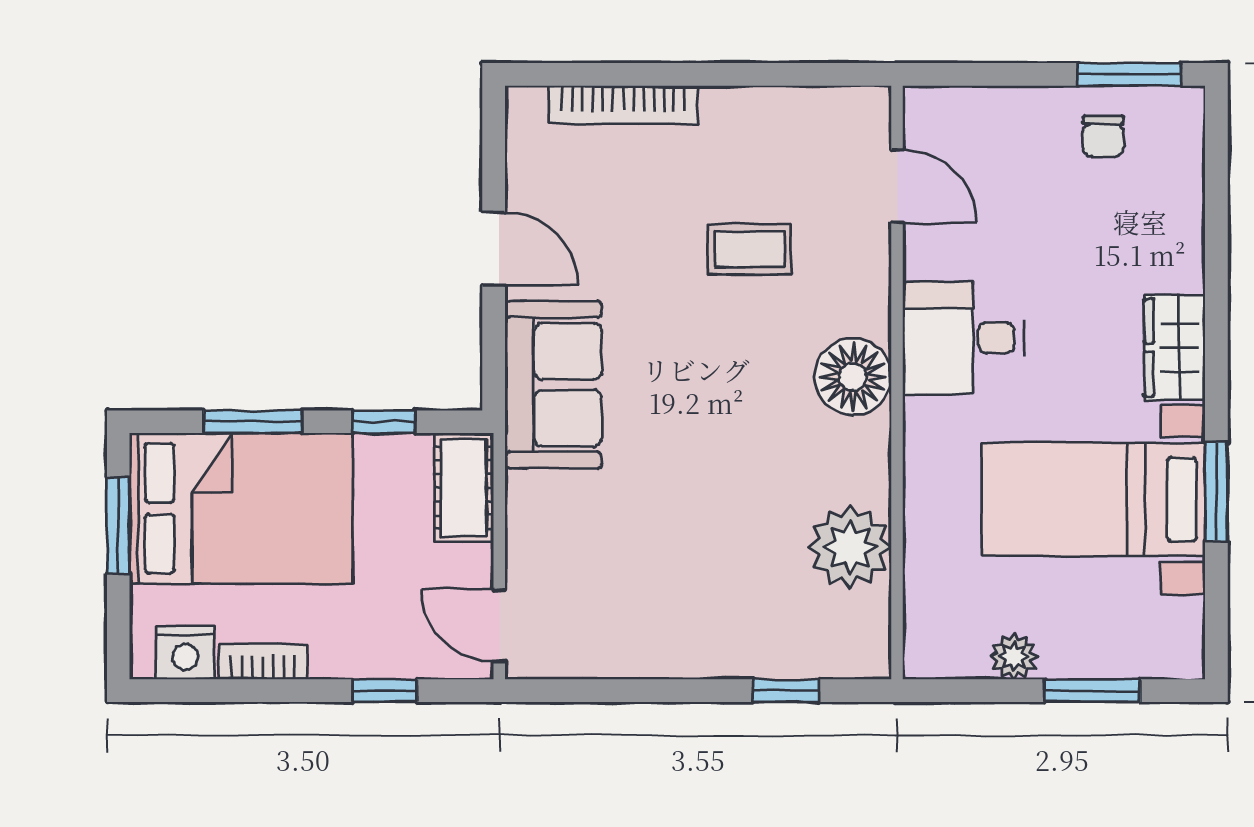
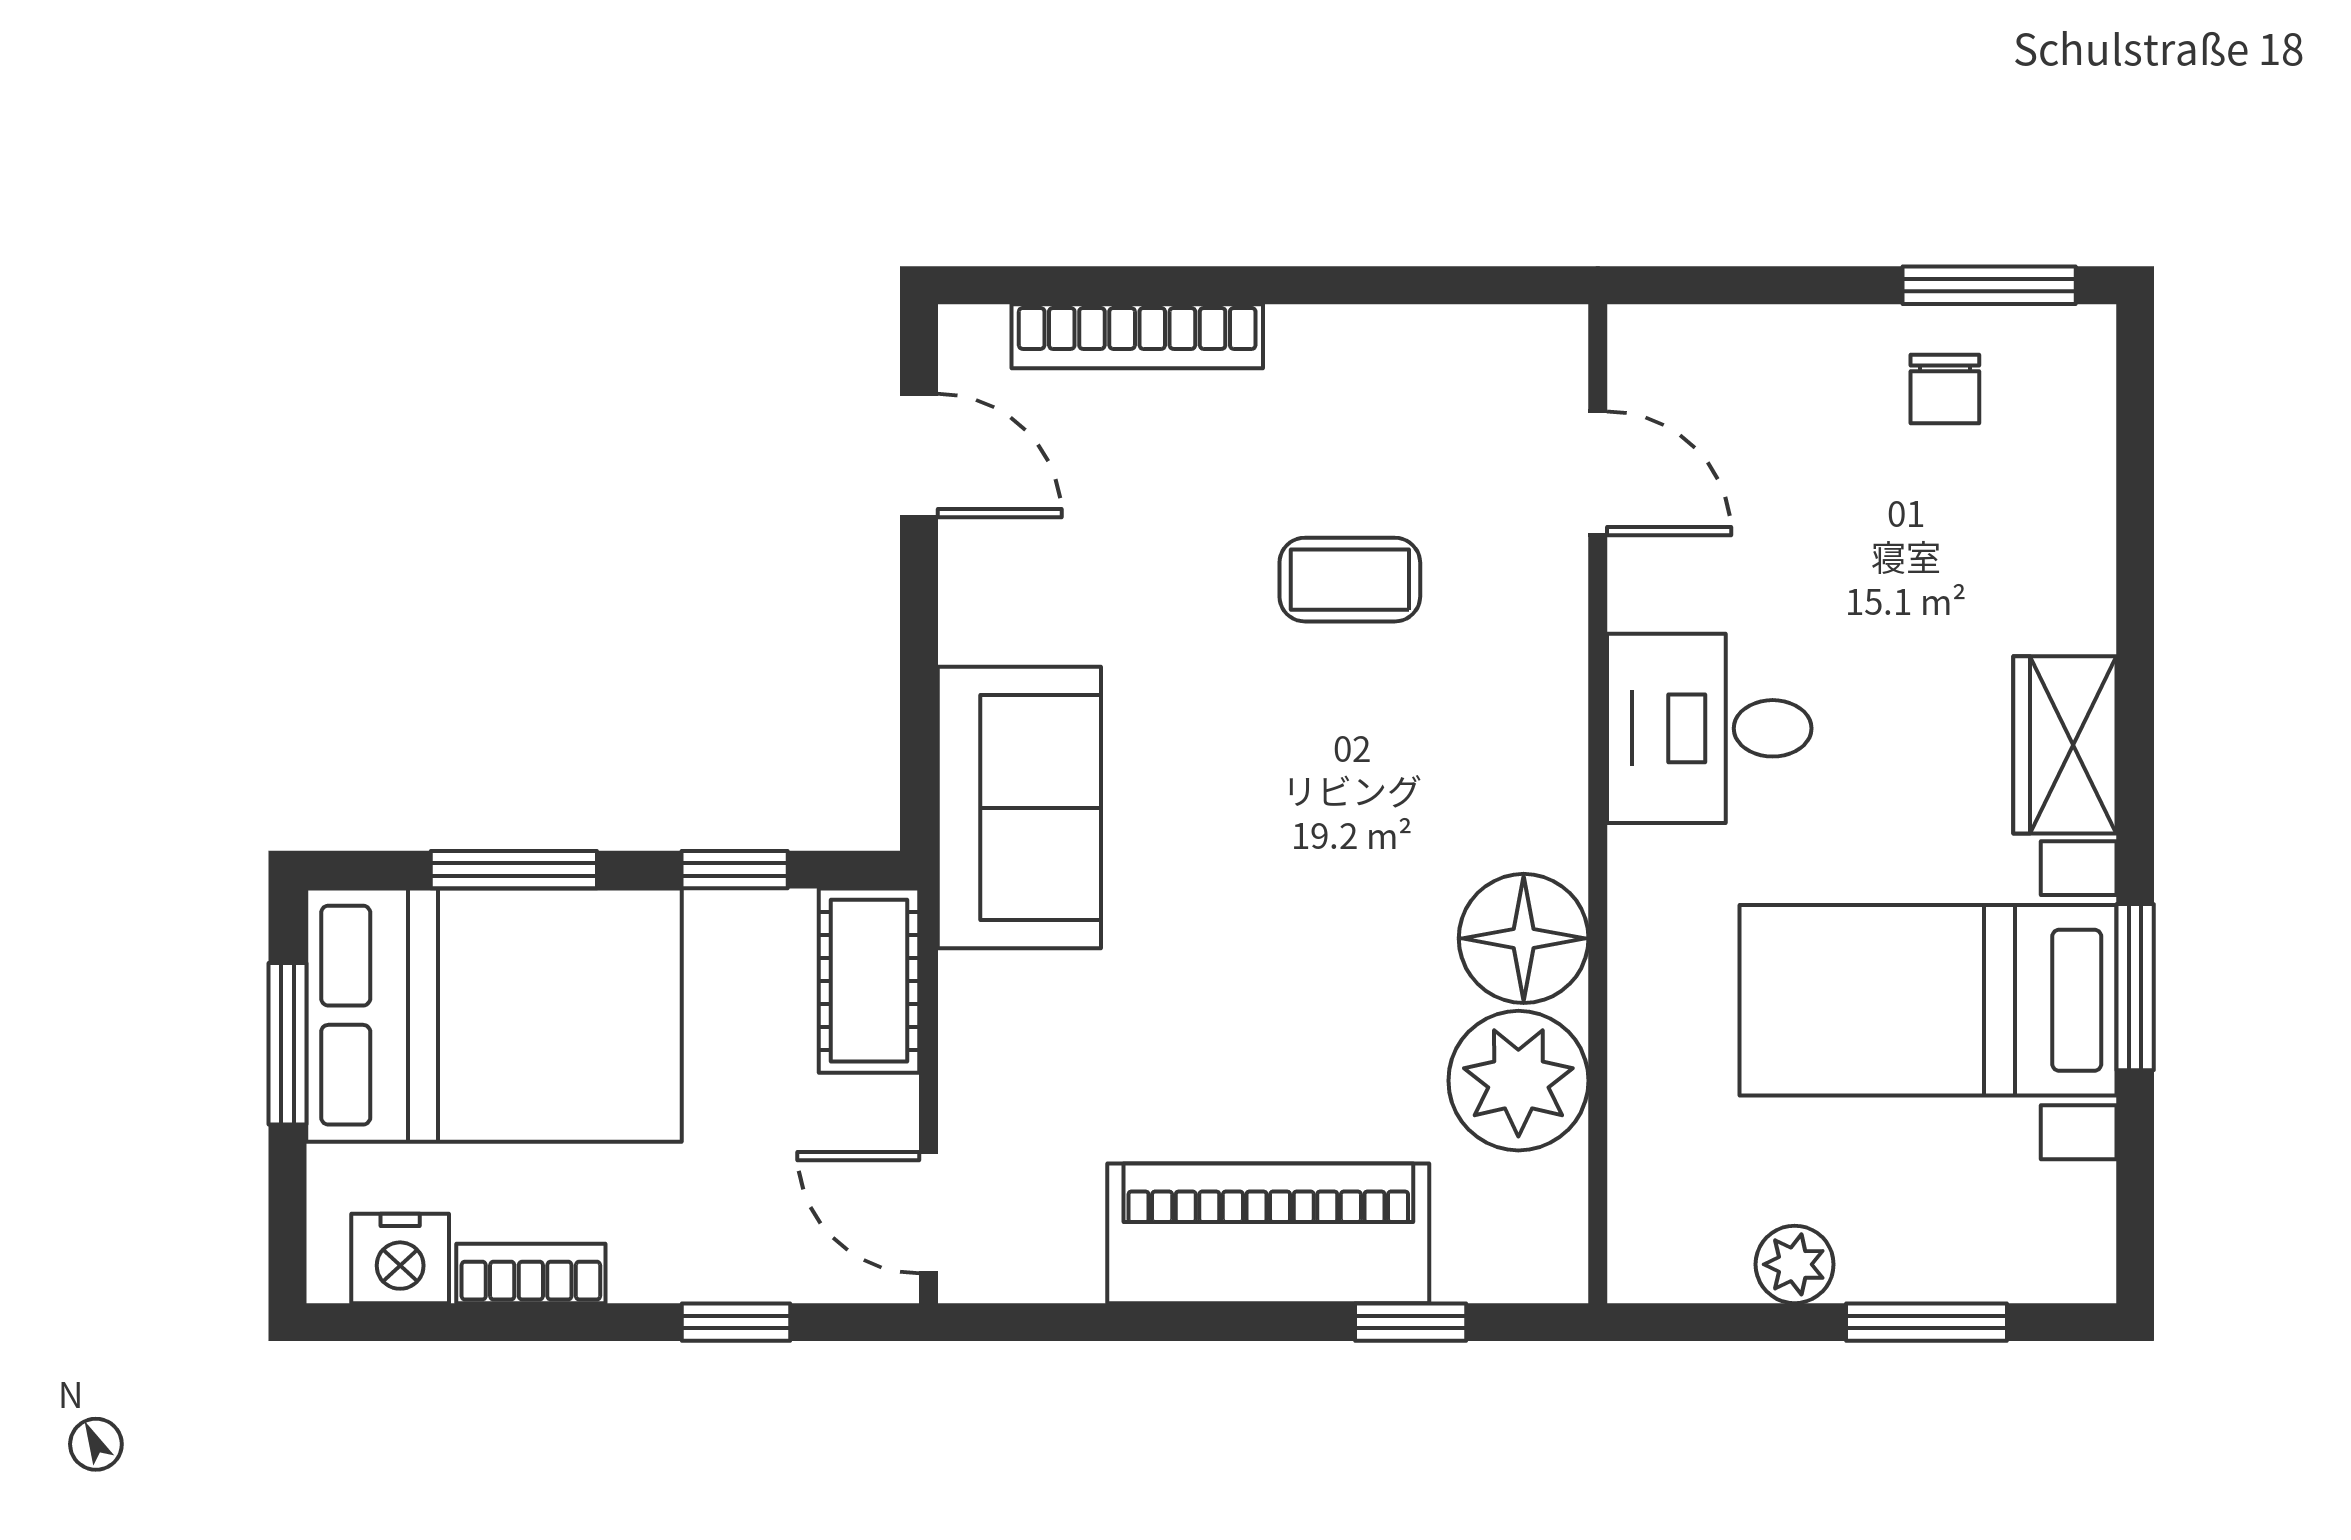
door: (494, 249) -> (919, 456), moved
floor lamp: (853, 377) -> (1524, 938), moved
piano: (701, 638) -> (1268, 1233), added

